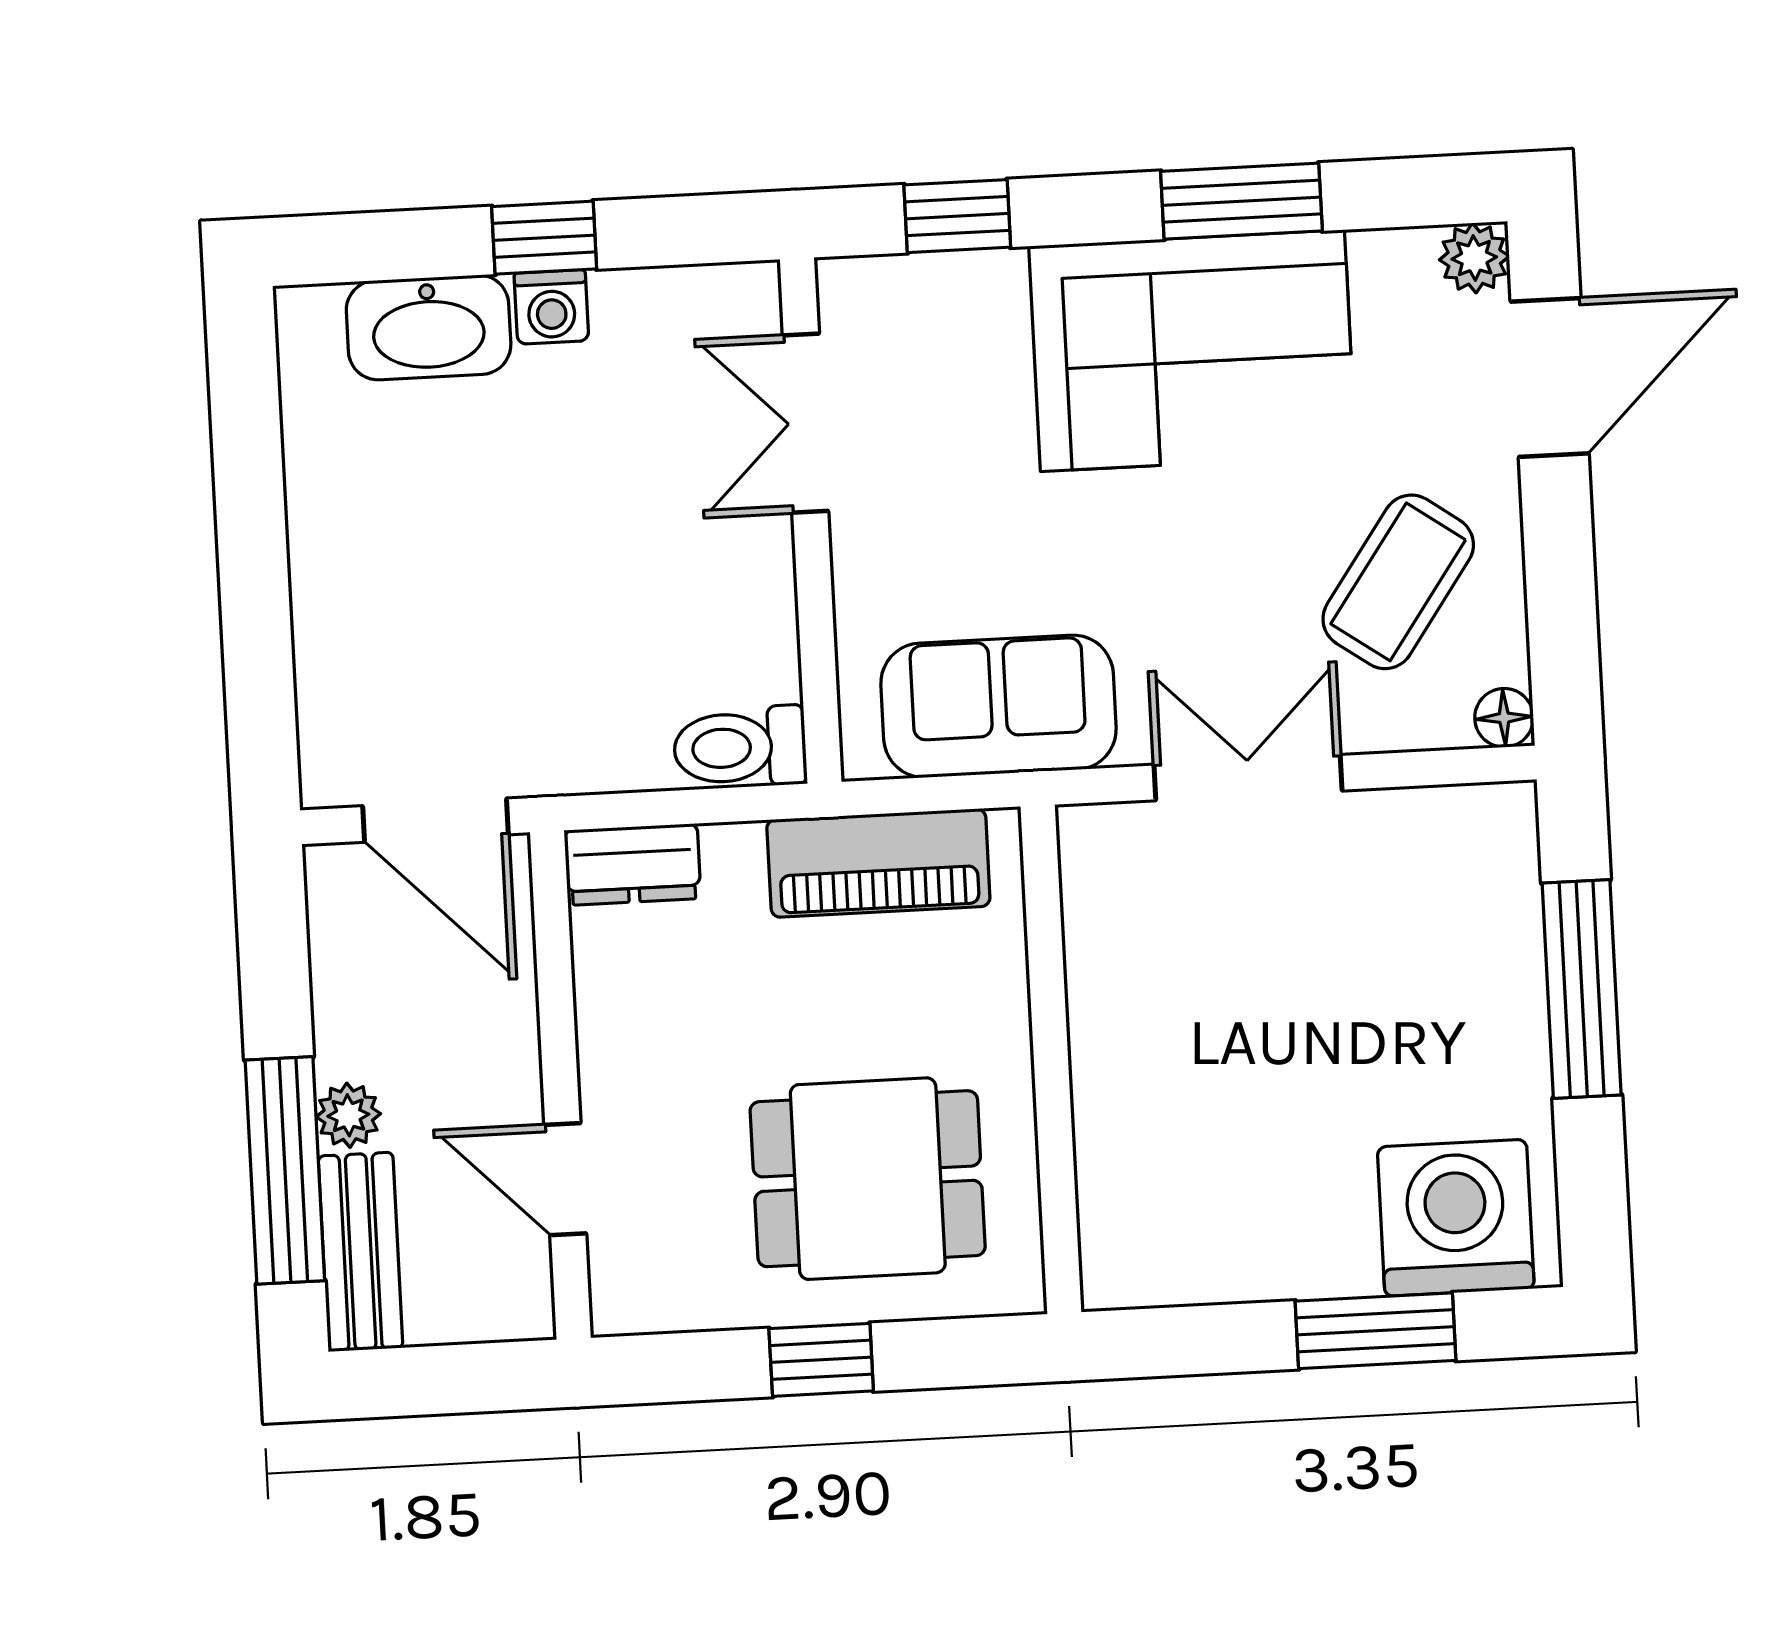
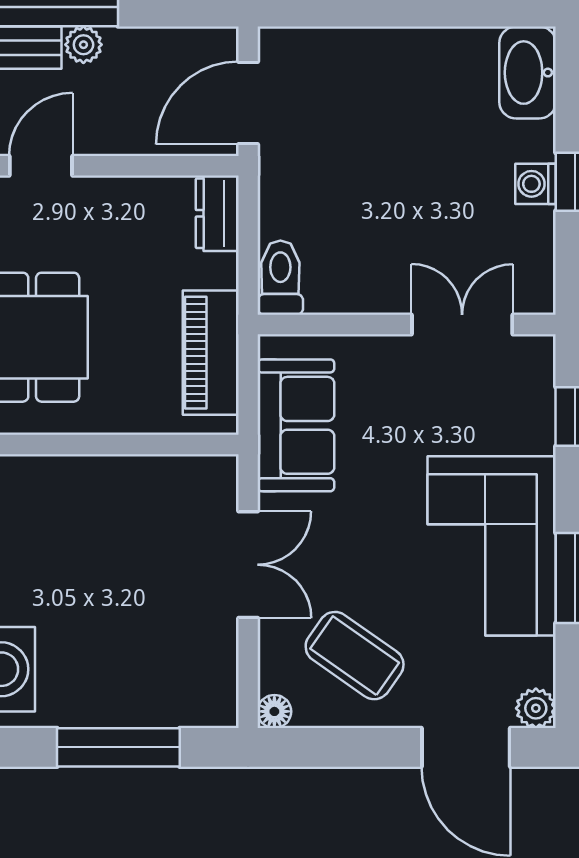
washbasin: (429, 327) -> (528, 73), moved

